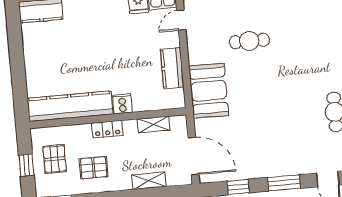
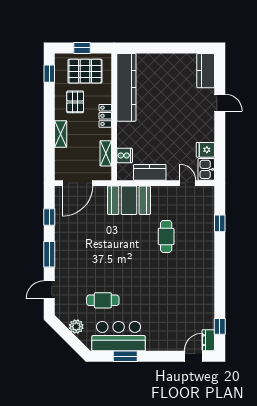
cooker: (122, 104) -> (125, 155), moved
pallet: (55, 159) -> (85, 71), width x1.50, depth x1.42
shelving: (149, 181) -> (61, 134), moved

